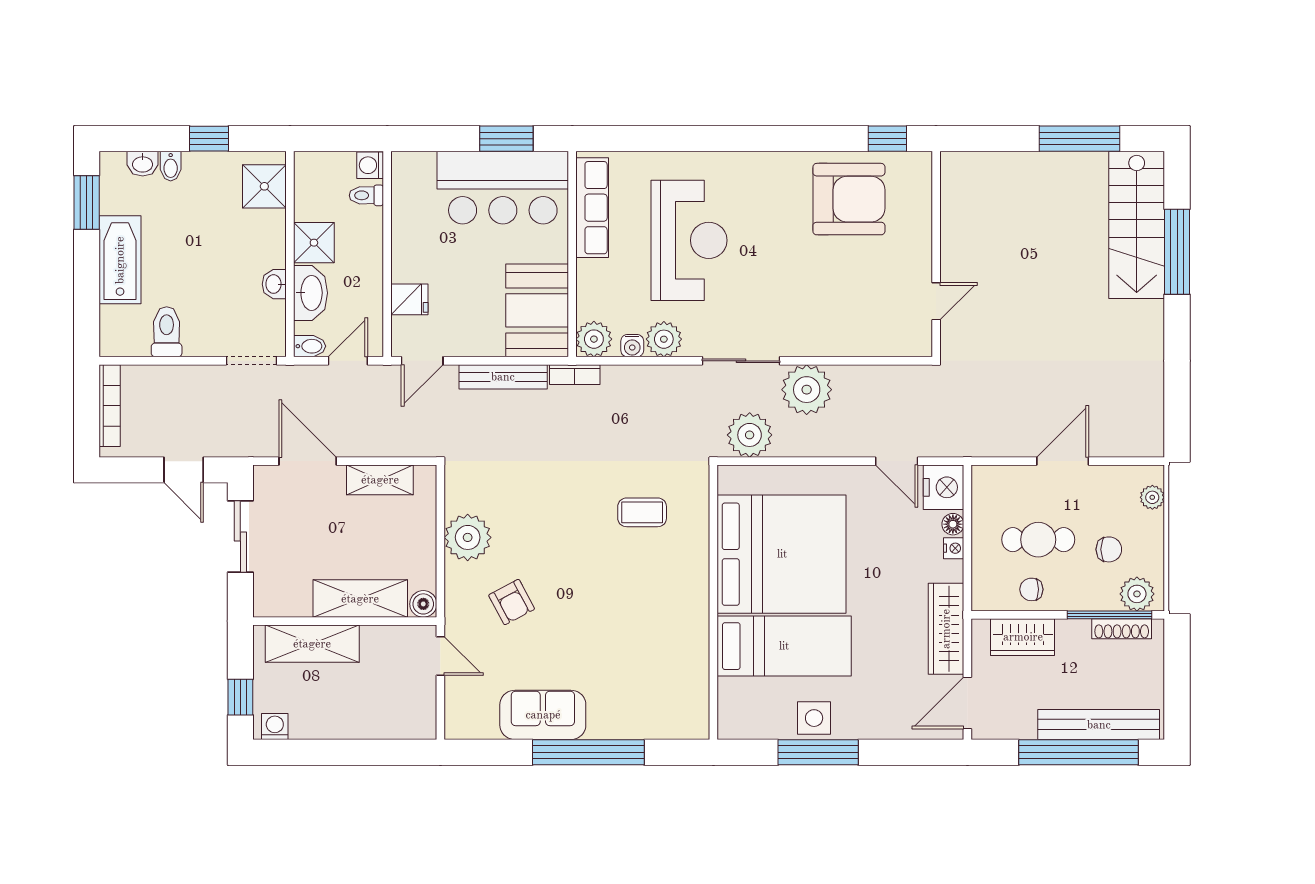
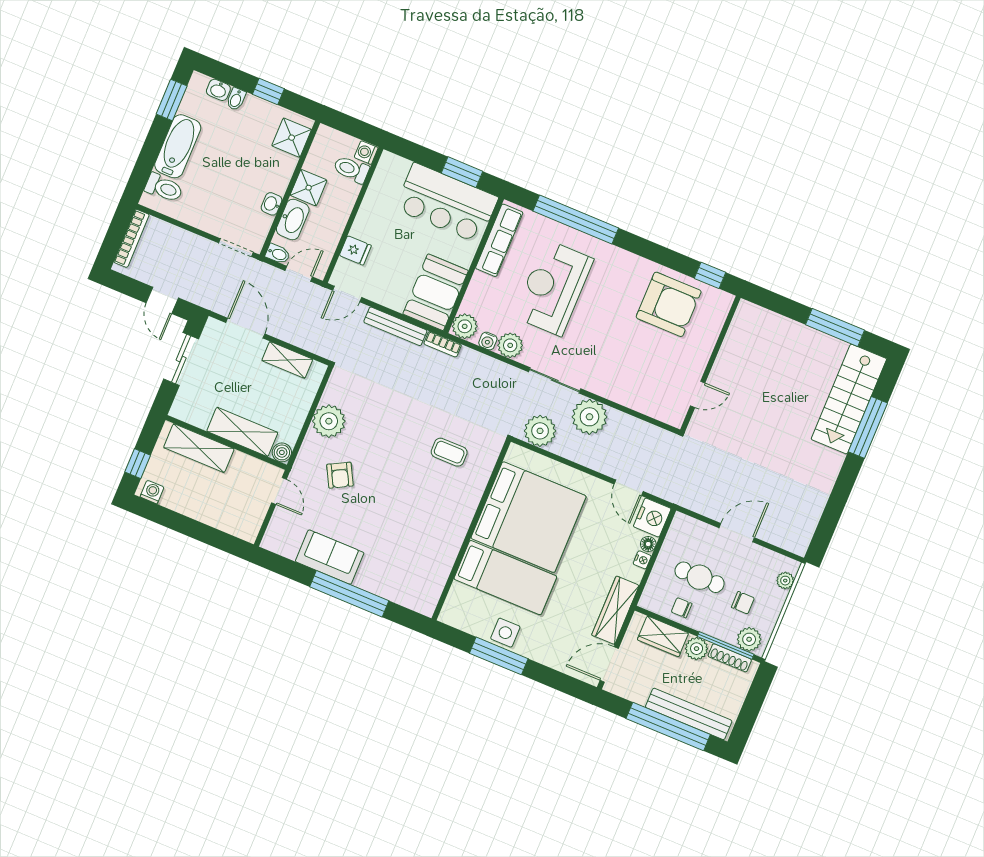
window: (681, 139) -> (576, 220), added
toilet: (366, 195) -> (351, 169), width x1.37, depth x1.39
reception desk: (689, 240) -> (553, 288), turned 180
toilet: (167, 332) -> (164, 188), moved, turned 90
plant: (1073, 635) -> (697, 649), added

